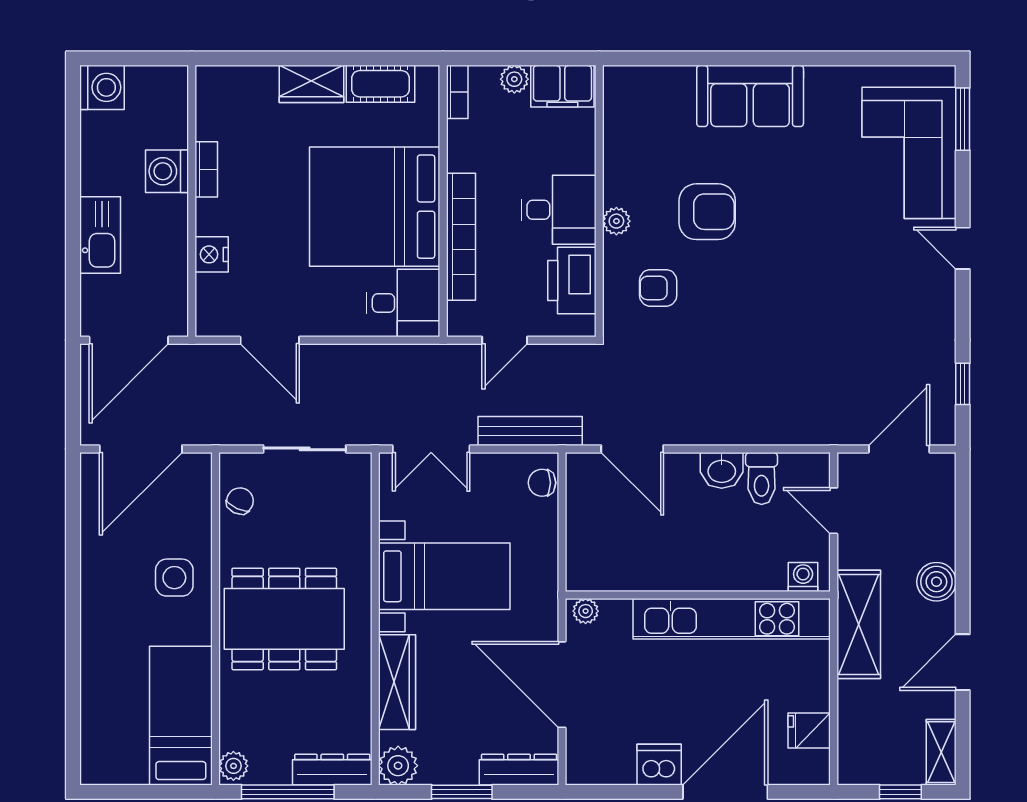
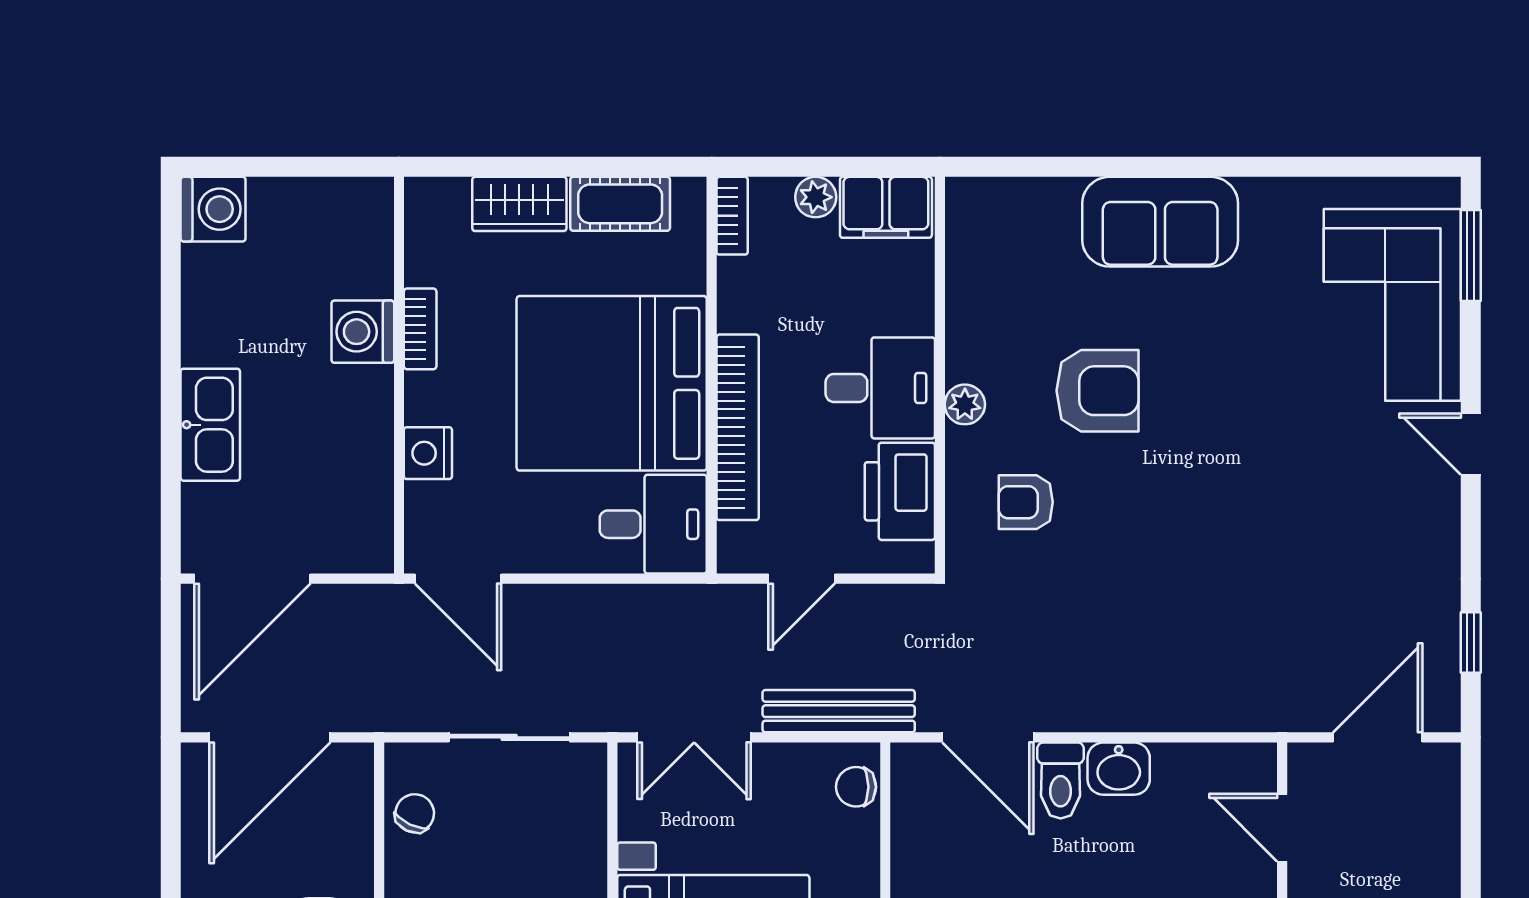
bookcase: (206, 169) -> (420, 329), moved
washing machine: (167, 171) -> (363, 332), moved
wall: (192, 201) -> (399, 375), moved
nightstand: (212, 254) -> (428, 453), moved
toilet: (762, 478) -> (1061, 781), moved

